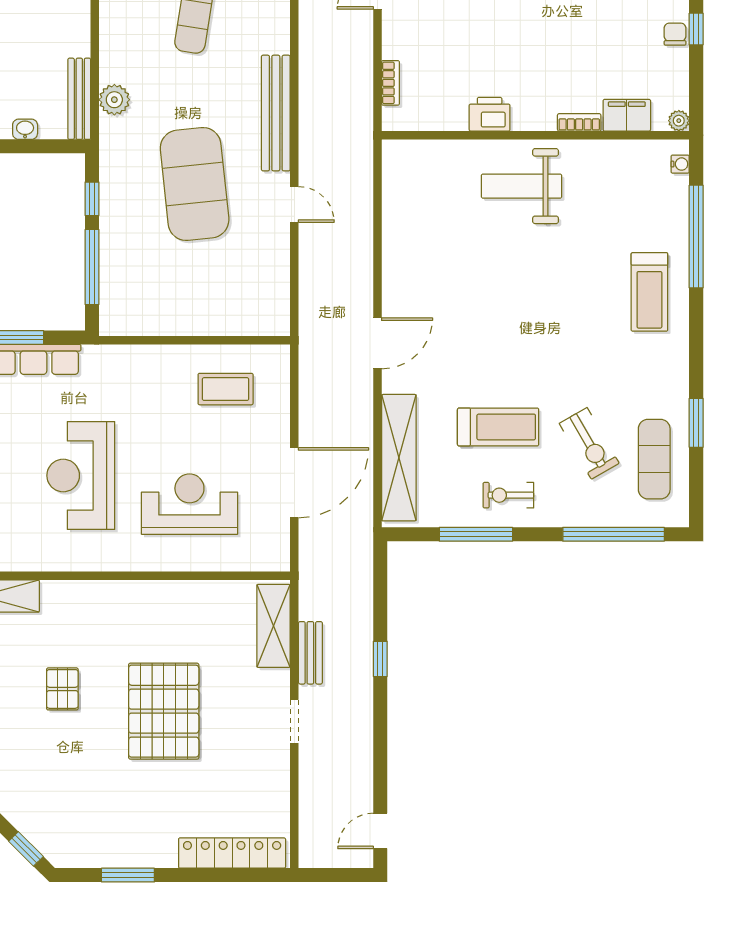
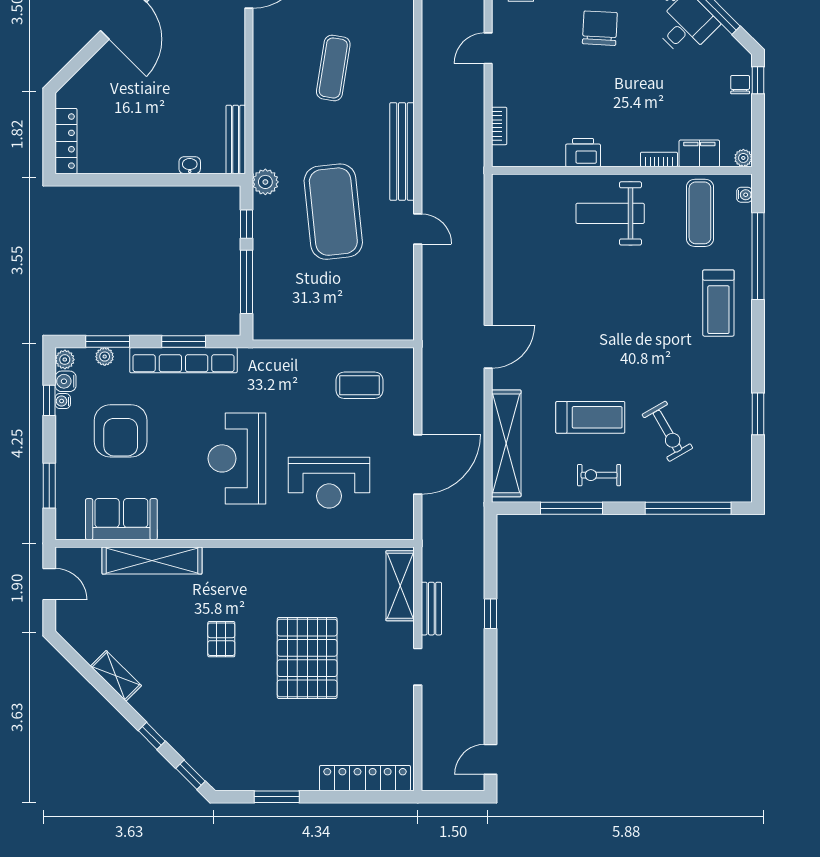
plant: (114, 100) -> (265, 182), moved
exercise mat: (654, 459) -> (700, 213), moved
reception desk: (189, 504) -> (329, 483), turned 180

